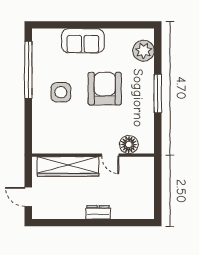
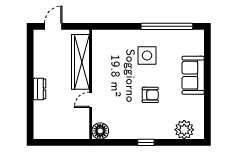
armchair: (105, 89) -> (150, 95), width x0.53, depth x0.53
window: (158, 93) -> (146, 142), width x0.46
floor lamp: (129, 144) -> (100, 131), moved

